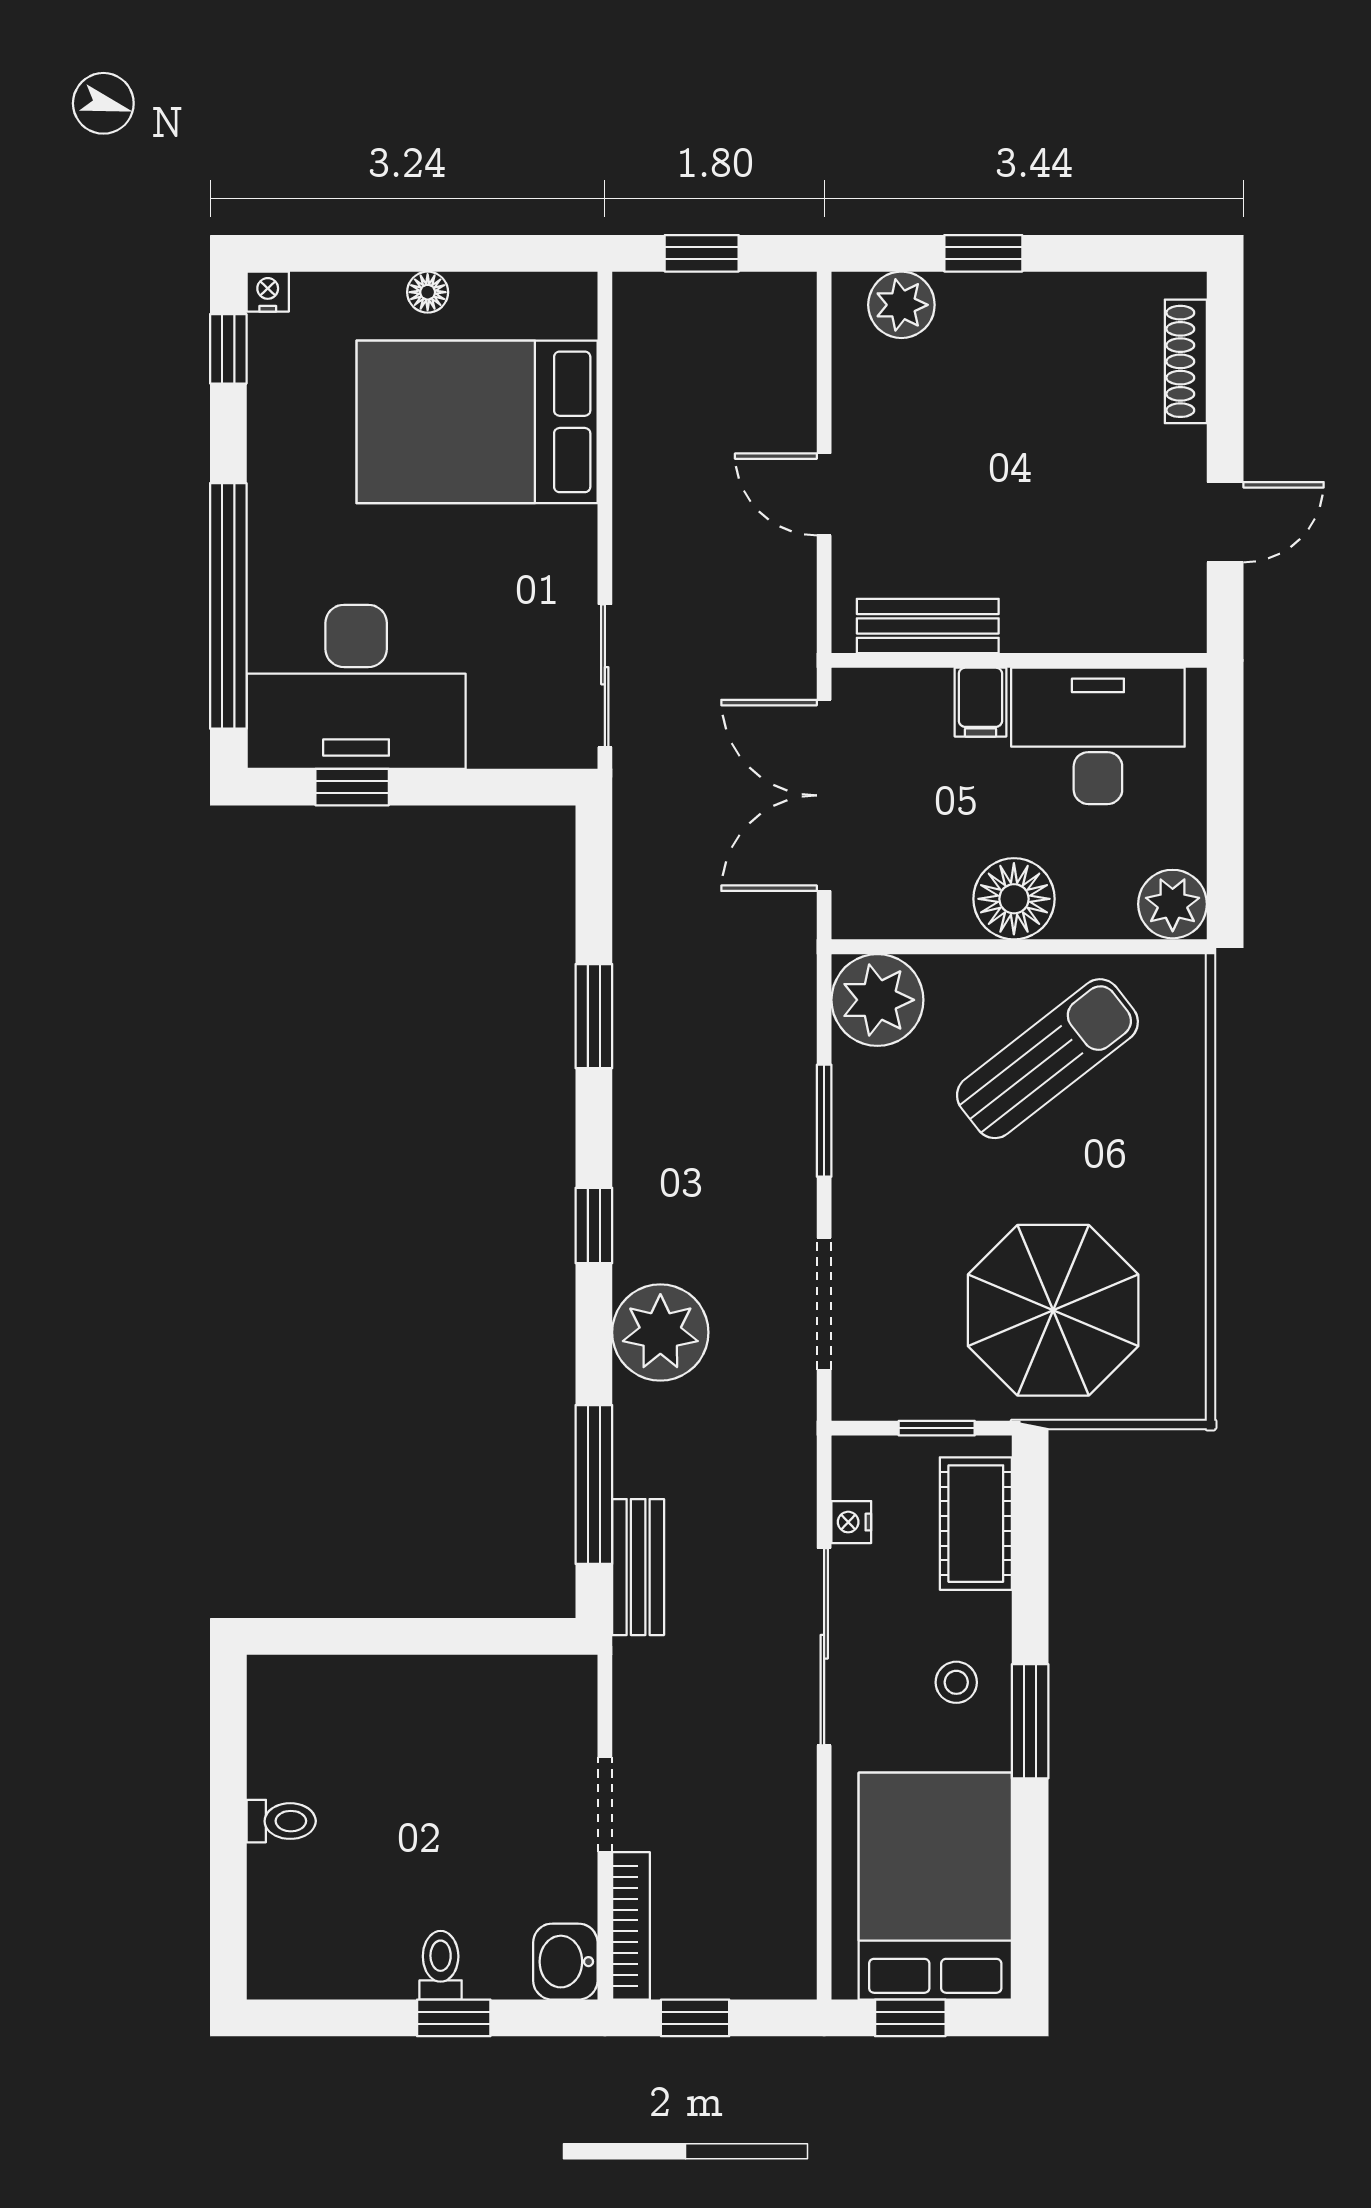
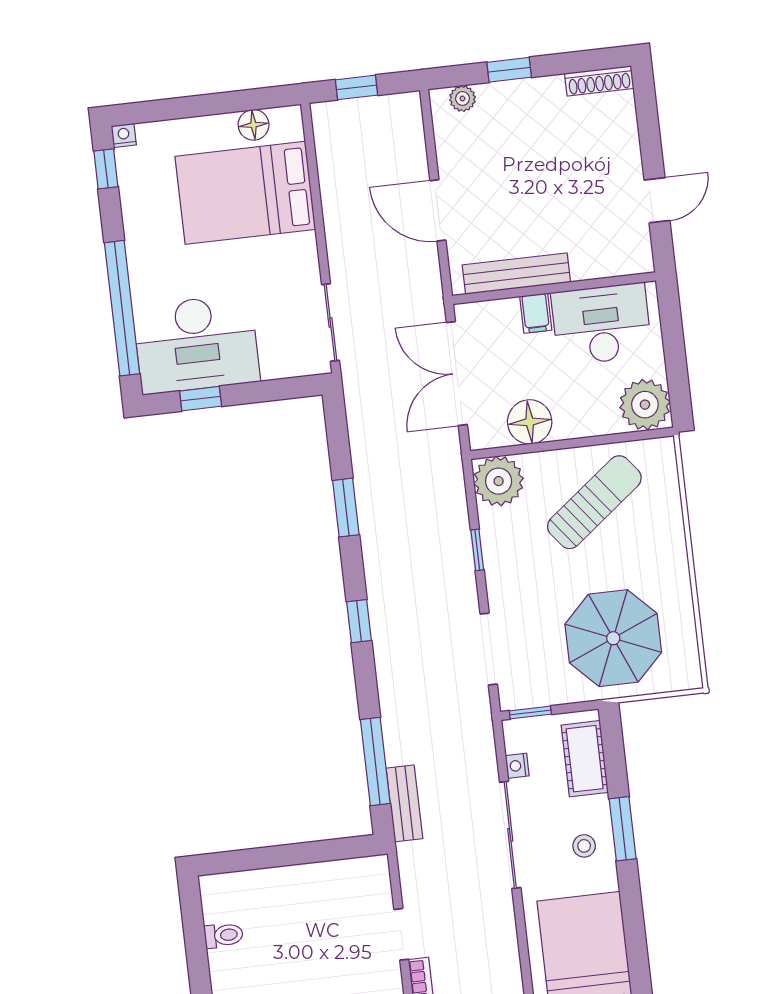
floor lamp: (428, 292) -> (254, 125), moved, width x1.37, depth x1.37
plant: (901, 305) -> (462, 98), width x0.73, depth x0.73
shoe rack: (1186, 361) -> (599, 81), moved, turned -90
door: (824, 494) -> (438, 210), width x1.38
bench: (928, 626) -> (516, 274), width x1.36
floor lamp: (1014, 899) -> (530, 422), moved
plant: (1173, 904) -> (645, 405), width x1.36, depth x1.36
window: (824, 1121) -> (477, 550), width x0.67
plant: (660, 1332) -> (402, 675), removed
window: (937, 1428) -> (530, 713), moved
window: (1030, 1721) -> (623, 829), moved
toilet: (281, 1821) -> (224, 935), moved

